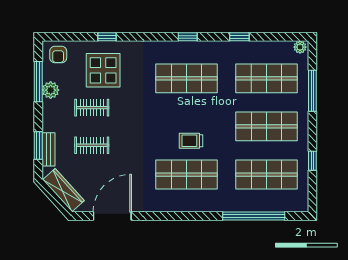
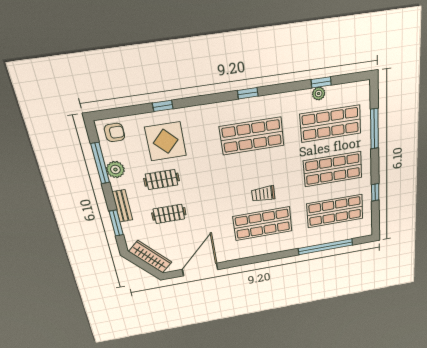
window: (239, 37) -> (321, 82), moved
plant: (300, 47) -> (319, 94), moved
armchair: (58, 55) -> (115, 132), turned -90
bench: (48, 149) -> (122, 206), moved

